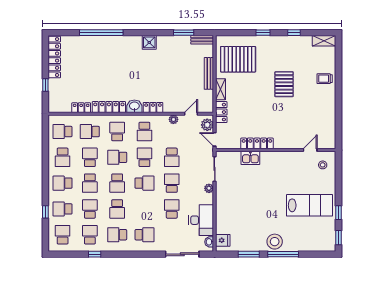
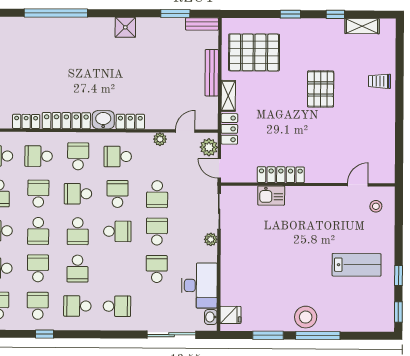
shelving: (324, 41) -> (362, 26), moved
school desk: (144, 132) -> (118, 157), turned 90
lab bench: (310, 205) -> (357, 265), width x0.73, depth x0.72

